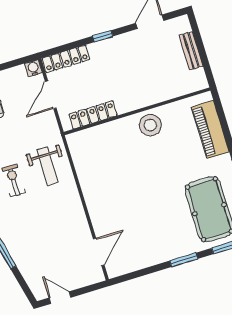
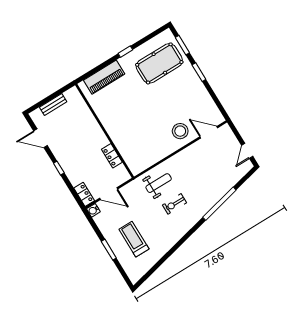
locker: (66, 59) -> (84, 194), width x0.66
locker: (93, 115) -> (112, 156), width x0.66
stool: (150, 125) -> (180, 131), moved

